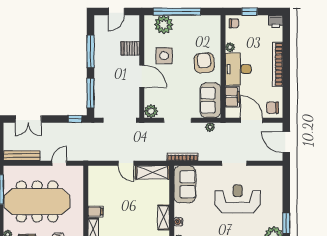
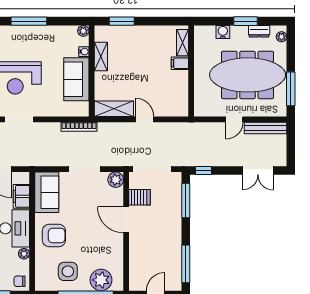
server rack: (130, 48) -> (140, 197), moved
window: (90, 51) -> (186, 264), moved
side table: (164, 56) -> (68, 271), moved
armchair: (204, 63) -> (54, 236), turned -85
double door: (28, 119) -> (258, 170), swing flipped
plant: (210, 127) -> (47, 161), removed
door: (59, 163) -> (234, 119), moved
sofa: (185, 184) -> (76, 79), moved

